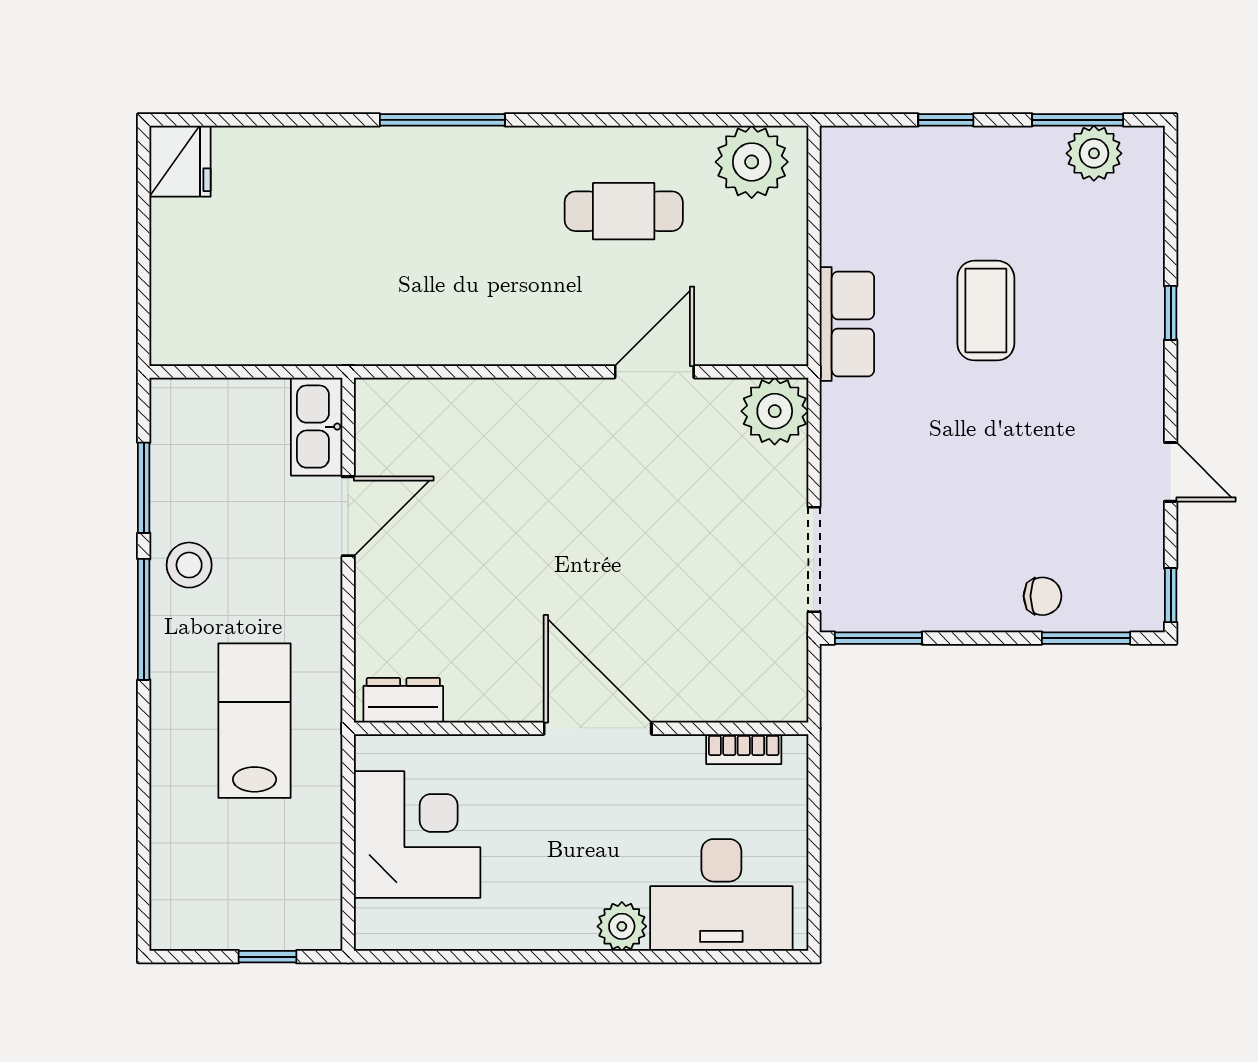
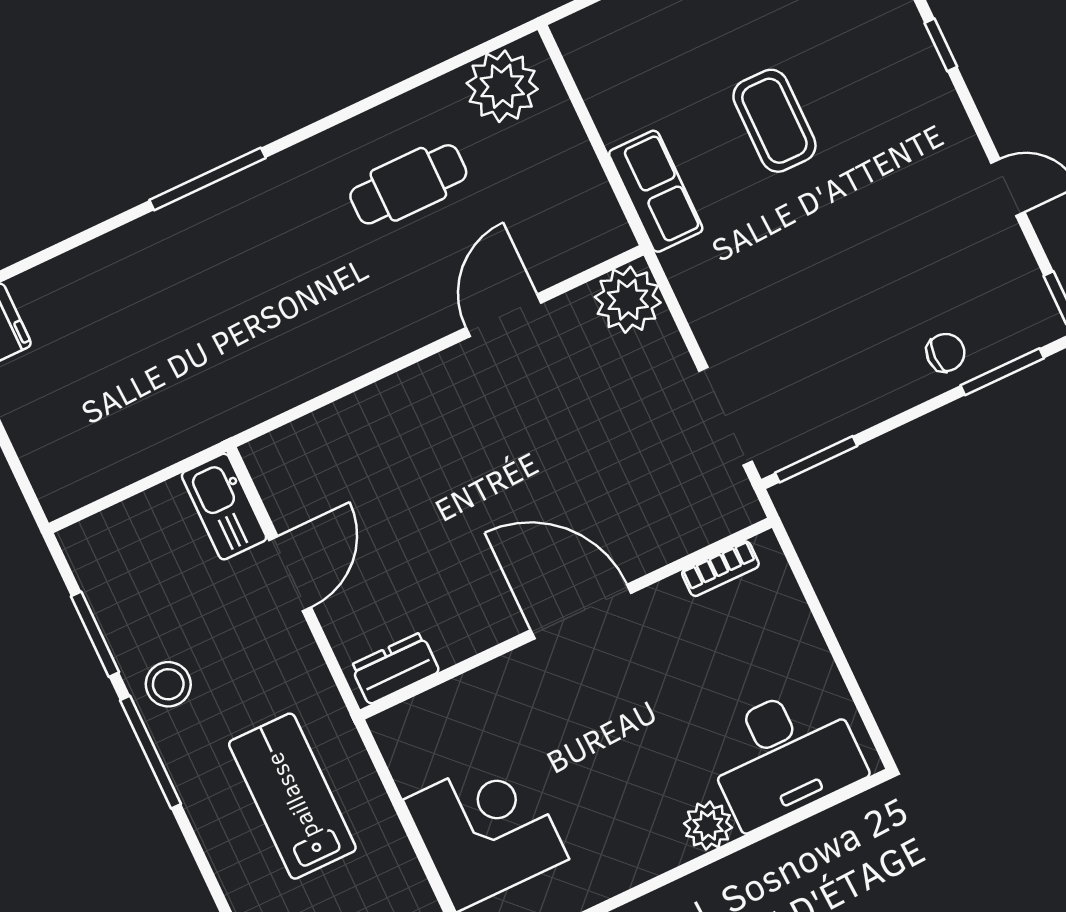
dresser: (403, 700) -> (395, 668), moved
wall: (581, 728) -> (566, 619), moved
door: (598, 728) -> (581, 612), moved
bookcase: (744, 749) -> (720, 569), moved

